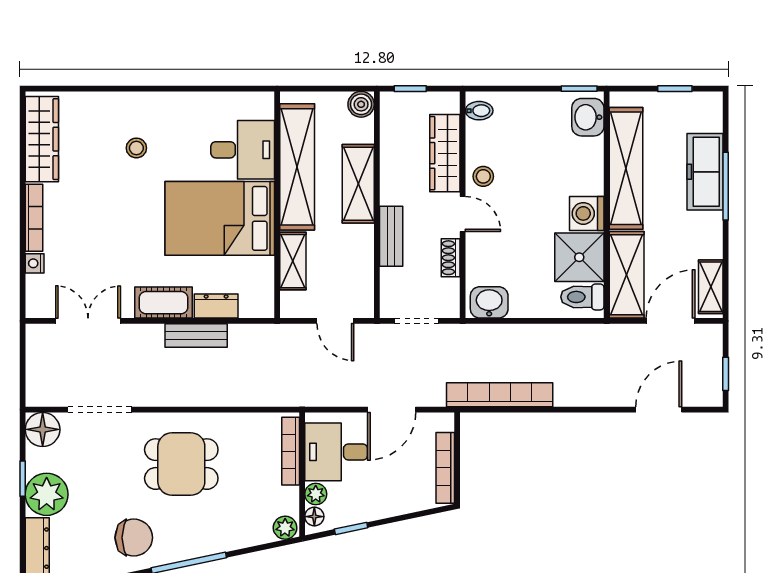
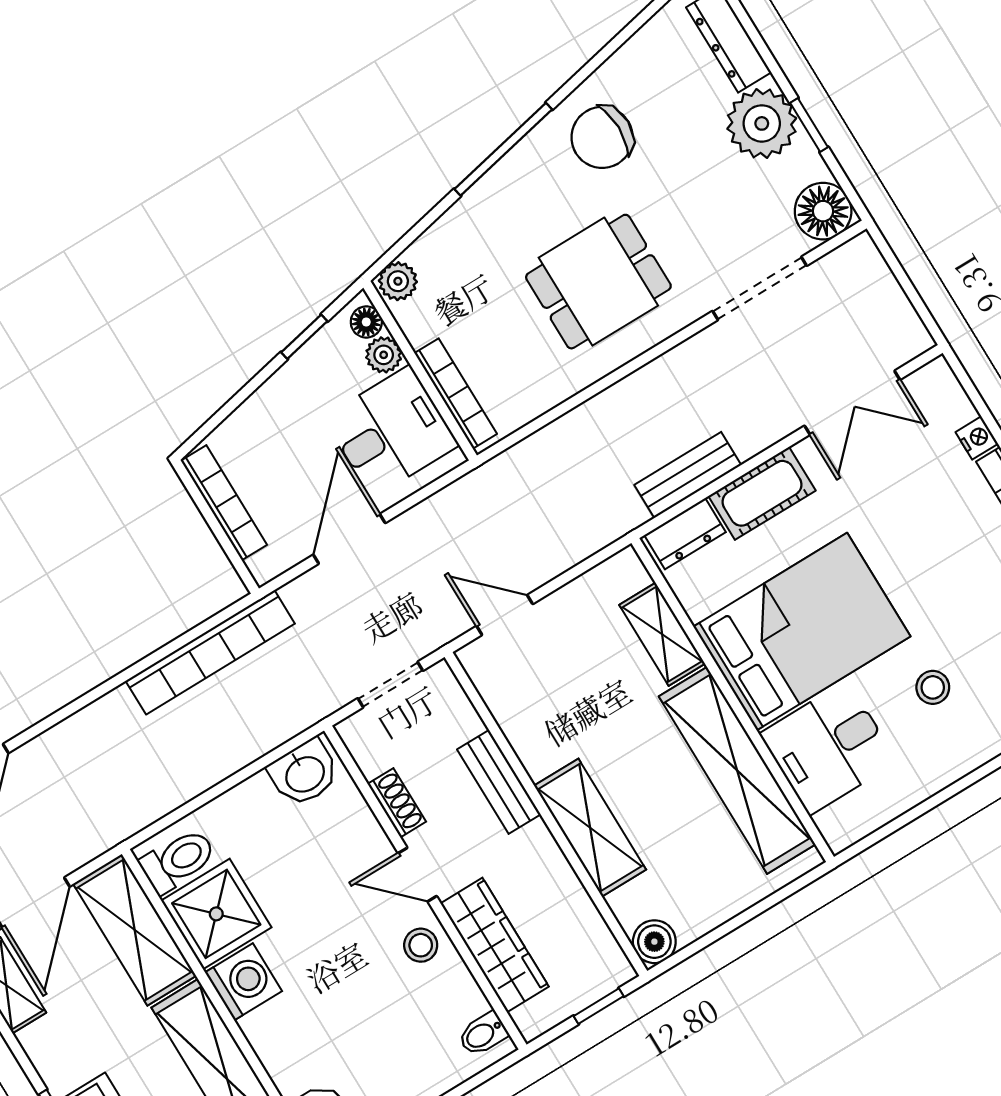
desk: (243, 150) -> (828, 748), moved
shelving: (297, 167) -> (737, 770), moved
wall: (277, 205) -> (733, 700), moved
bed: (220, 218) -> (802, 632), moved
shelving: (293, 261) -> (662, 634), moved

